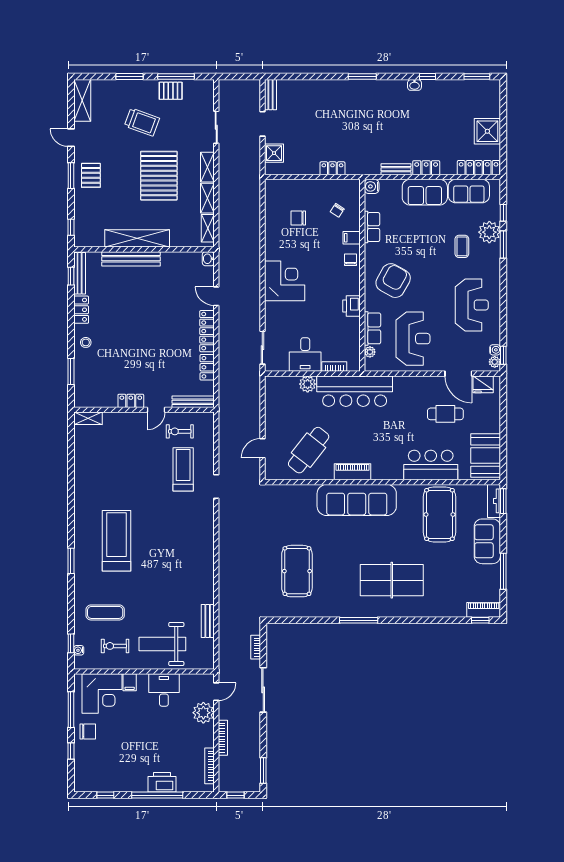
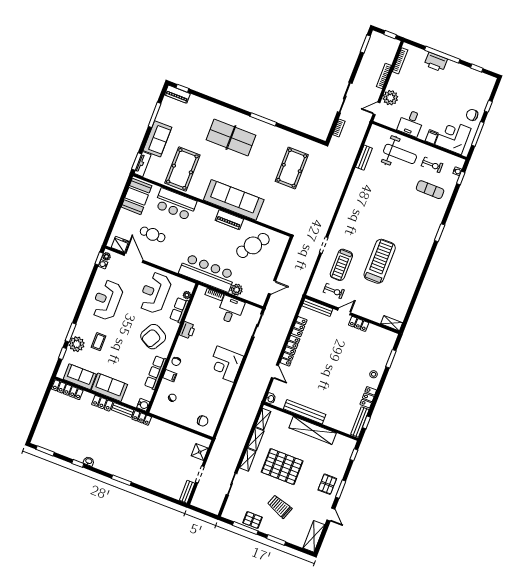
shower: (487, 131) -> (52, 412), removed
locker: (332, 168) -> (142, 418), moved
pallet: (159, 176) -> (282, 467), turned 90
chair: (298, 218) -> (203, 421), moved
row of seats: (372, 227) -> (155, 373), width x1.48
bench: (131, 259) -> (305, 412), moved
door: (262, 448) -> (272, 287), moved
treadmill: (116, 541) -> (380, 261), moved, turned 180

